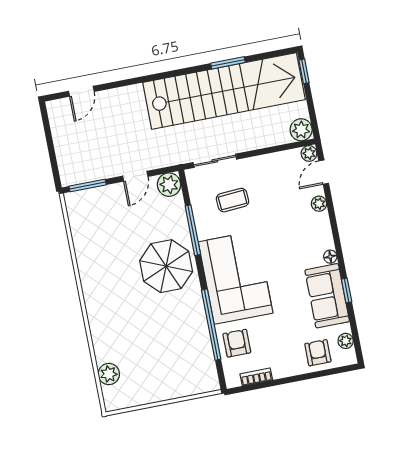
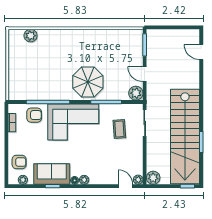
plant: (319, 204) -> (84, 180), moved

